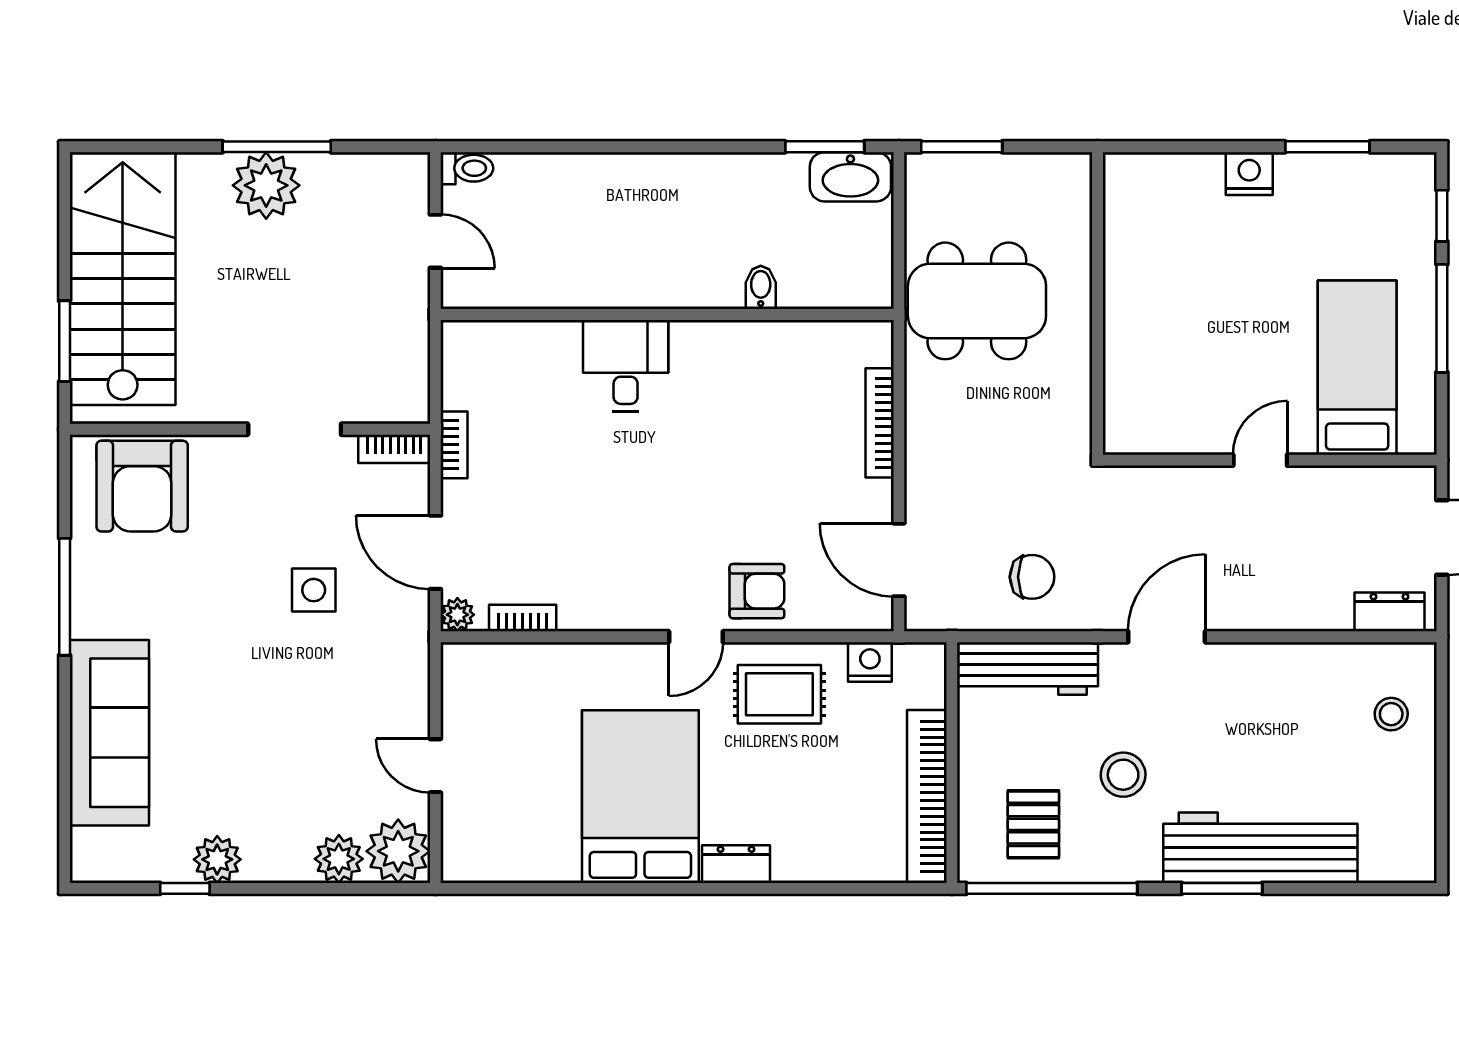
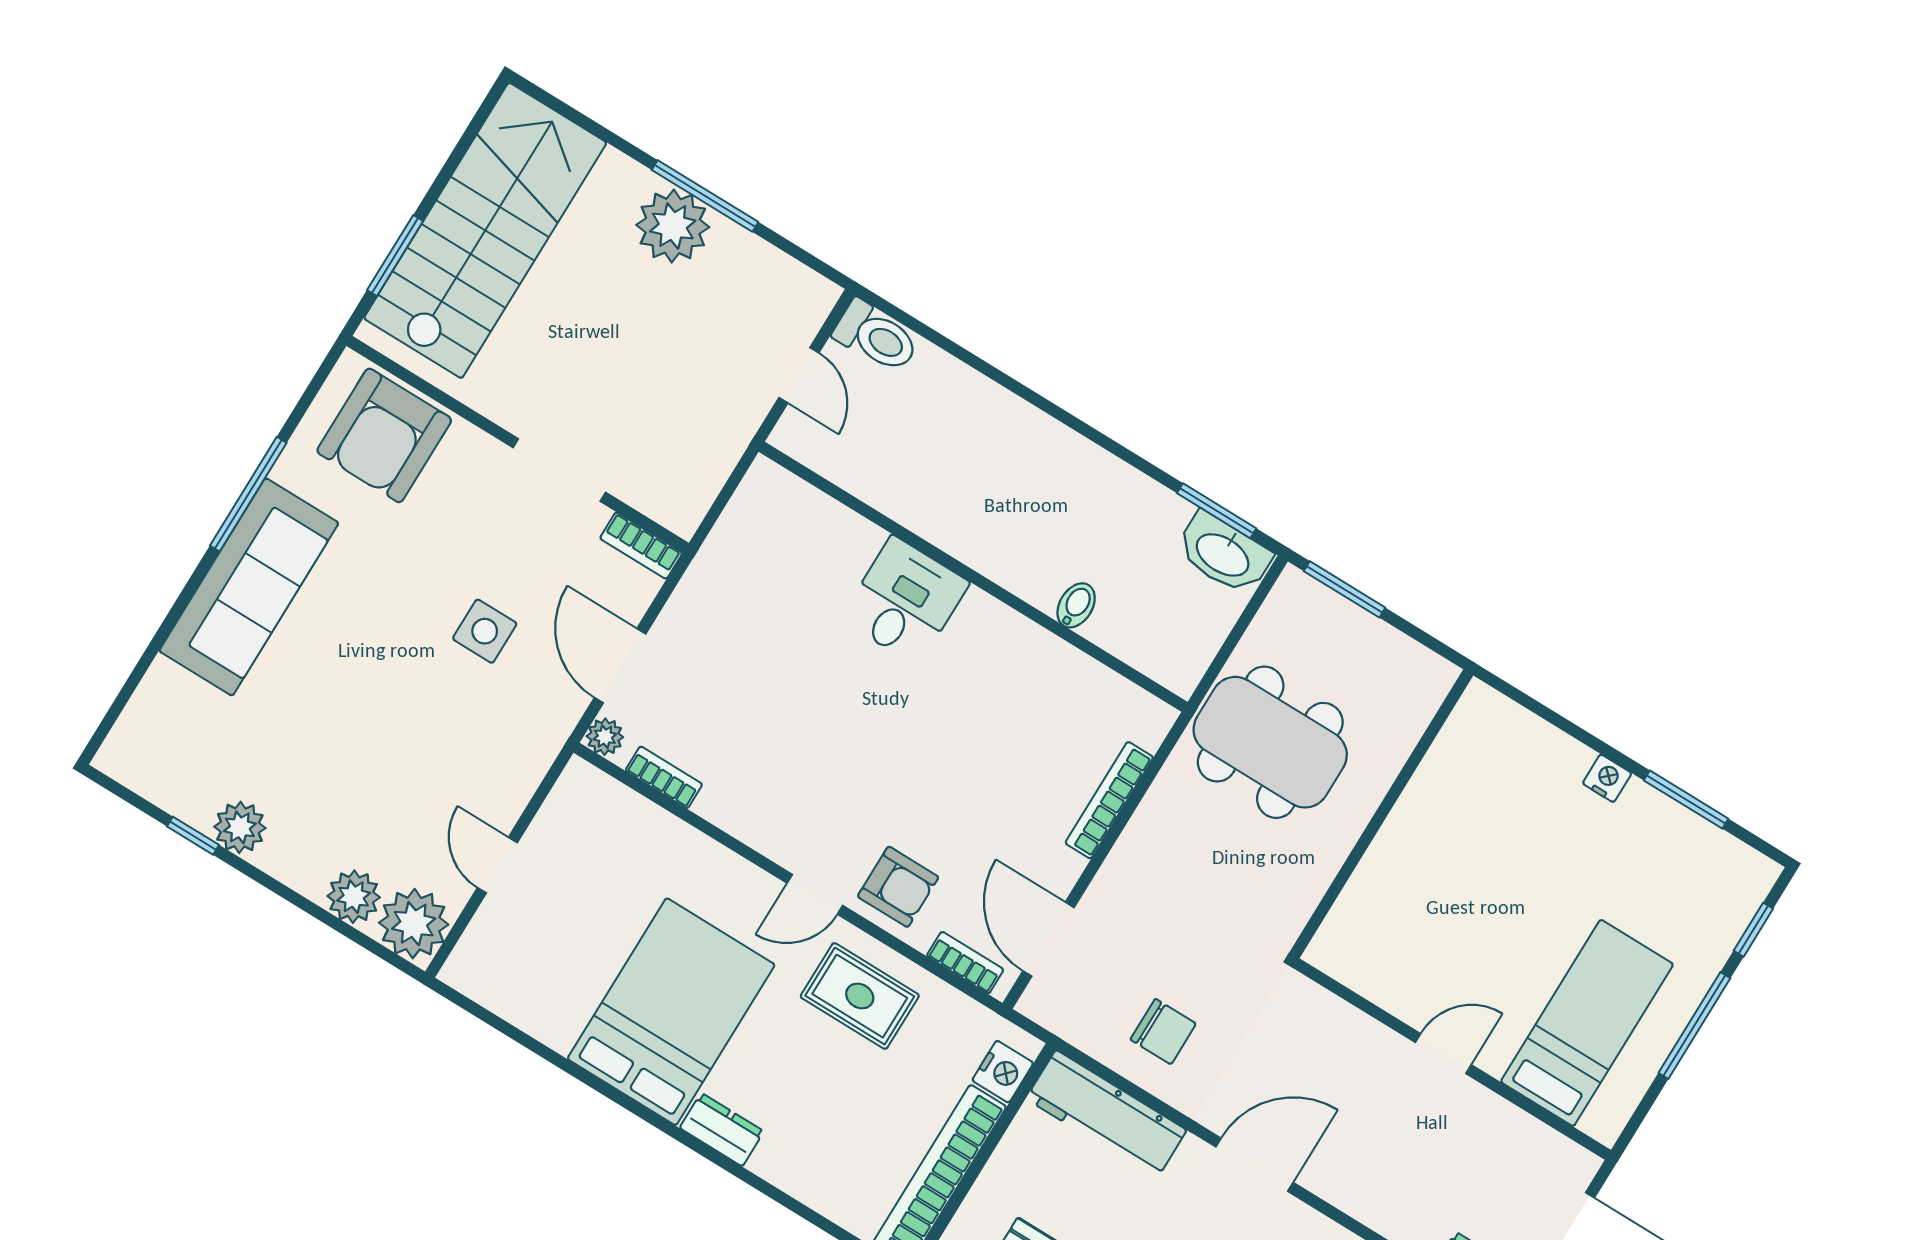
toilet: (467, 168) -> (876, 337), width x1.37, depth x1.39
nightstand: (1249, 174) -> (1607, 778), width x0.72, depth x0.74
bookcase: (454, 445) -> (965, 963), moved, turned -90
nightstand: (870, 662) -> (1003, 1072), moved, turned 90
sofa: (109, 733) -> (249, 587), moved

